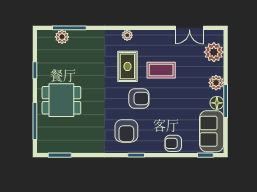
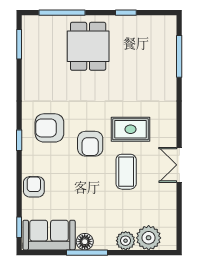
double door: (189, 28) -> (179, 165), moved
plant: (127, 35) -> (170, 129), removed
plant: (62, 37) -> (168, 47), removed
plant: (216, 83) -> (126, 241), moved

